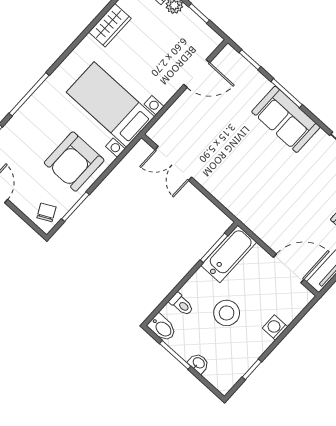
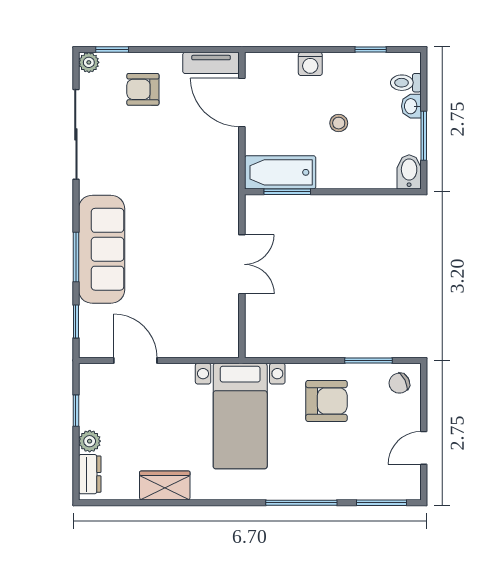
sofa: (286, 119) -> (102, 249), width x1.36
armchair: (74, 162) -> (326, 401), width x0.73, depth x0.73
double door: (173, 163) -> (242, 264), moved
toilet: (181, 304) -> (406, 83), moved, turned -90
stool: (227, 313) -> (339, 123), width x0.53, depth x0.53

